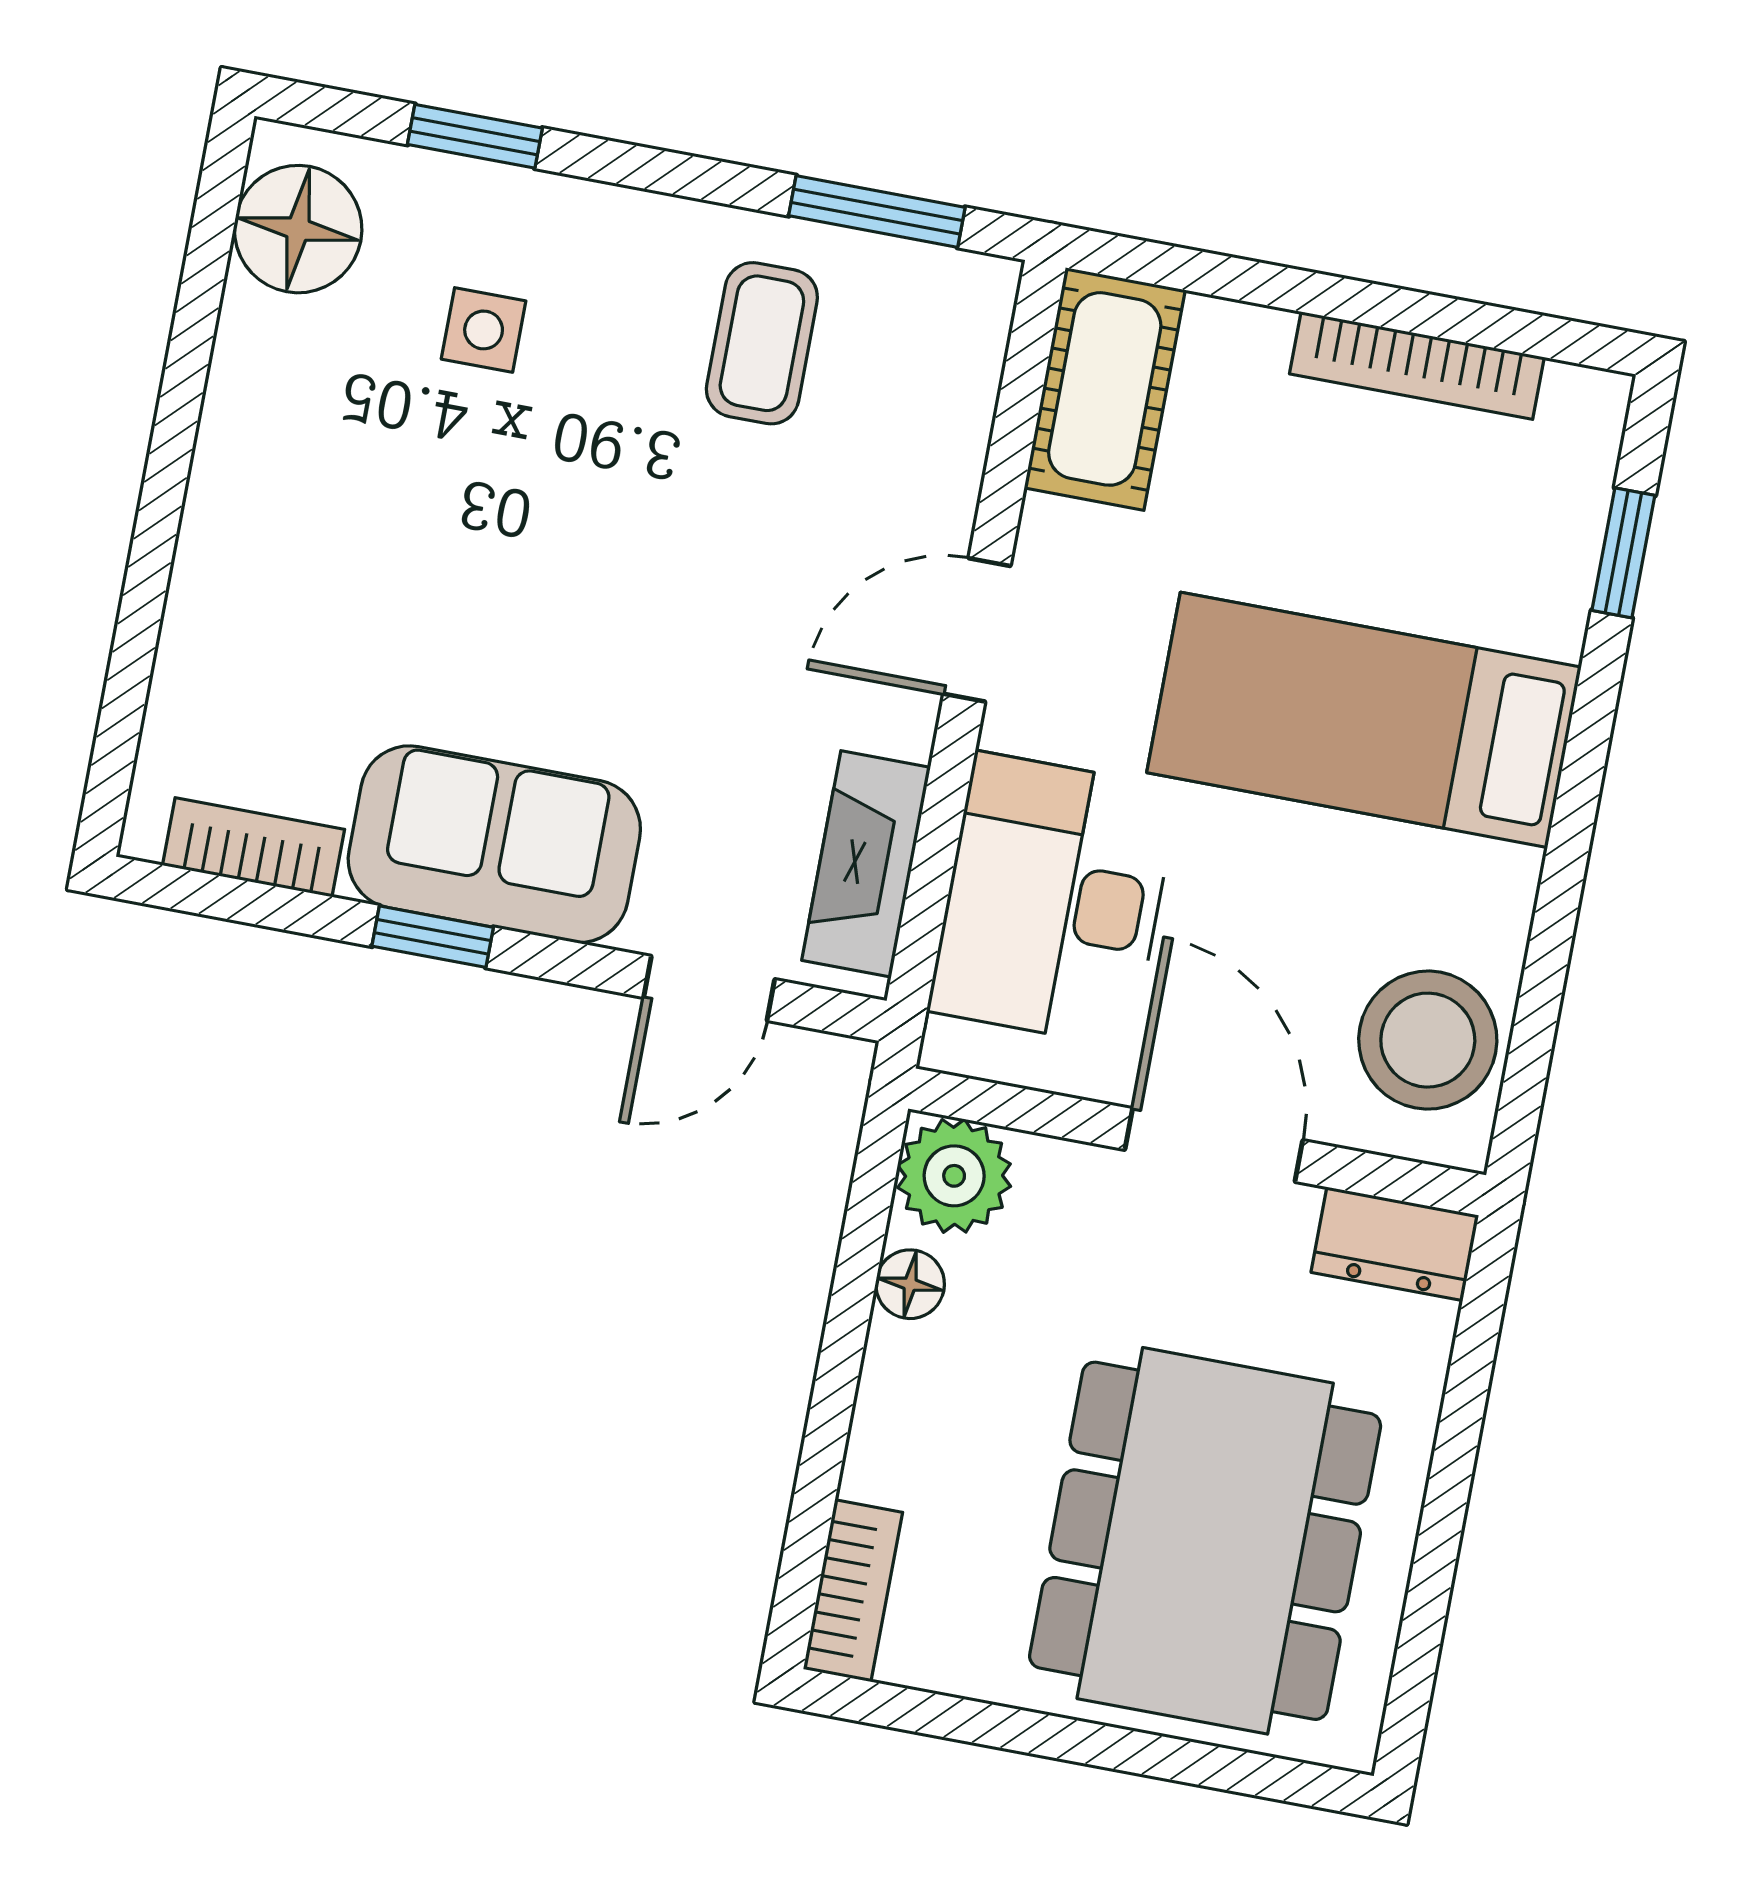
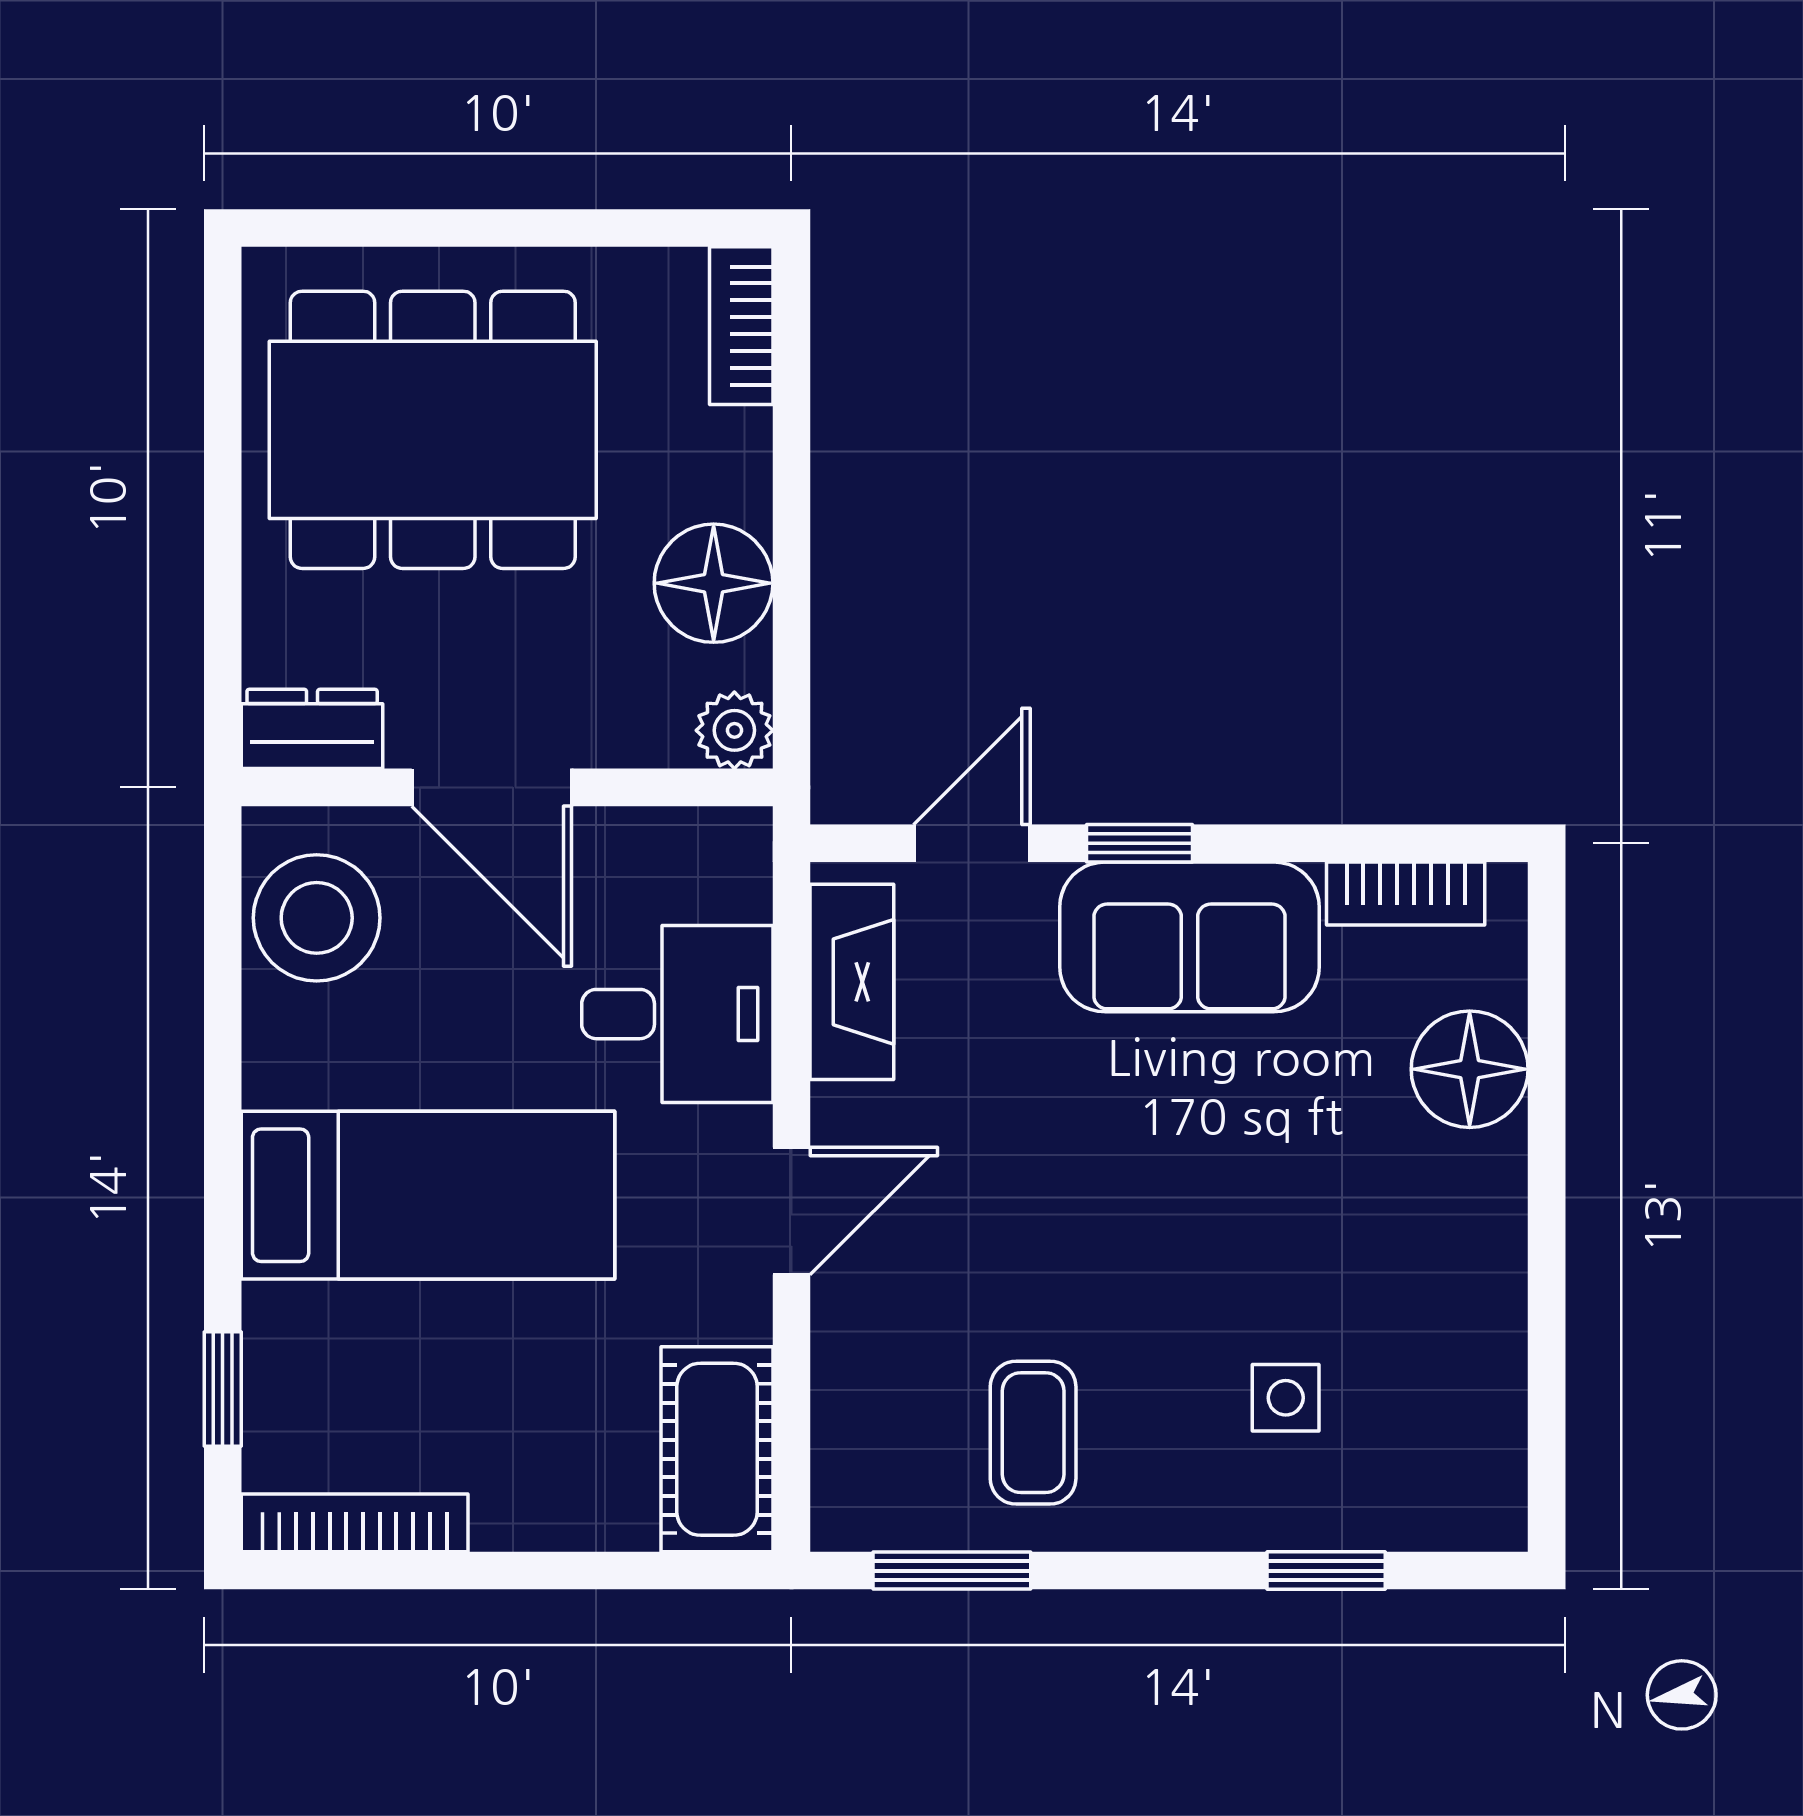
floor lamp: (298, 229) -> (1470, 1069), moved
bookcase: (1417, 366) -> (355, 1523), moved
desk: (1053, 900) -> (677, 1014), width x0.73
window: (433, 937) -> (1140, 843), moved
plant: (954, 1176) -> (734, 730), width x0.73, depth x0.73
floor lamp: (910, 1284) -> (714, 583), width x1.89, depth x1.89
dining table: (1205, 1541) -> (433, 430), turned 90

